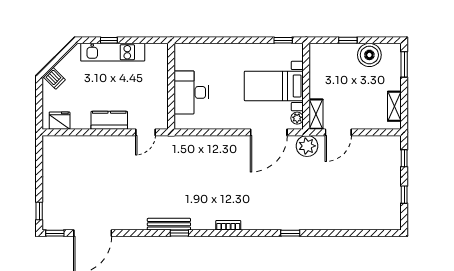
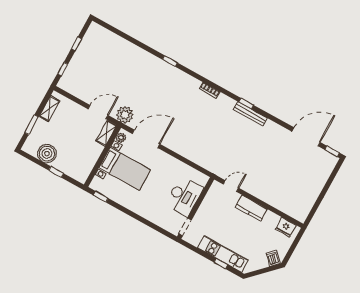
doorway: (171, 59) -> (185, 227), added
window: (404, 64) -> (32, 125), moved
window: (39, 211) -> (334, 173), removed

